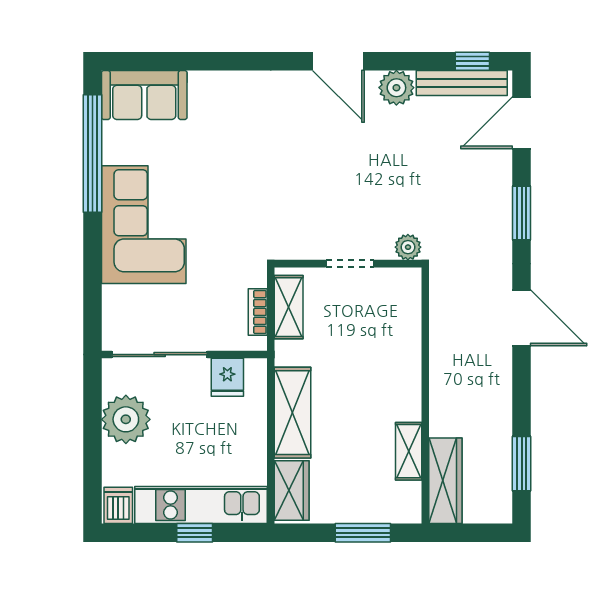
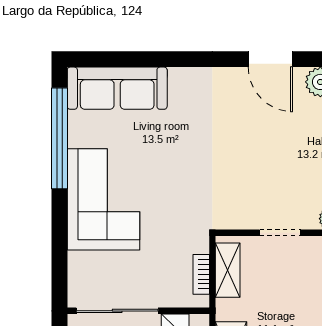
sofa: (144, 95) -> (117, 88), width x1.36

